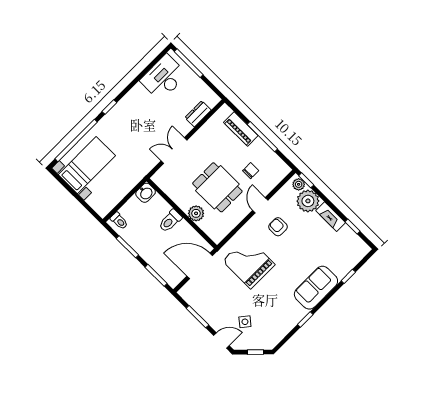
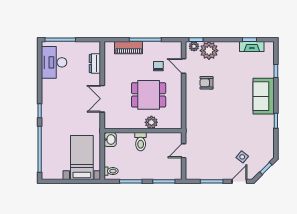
bed with nightstands: (87, 165) -> (82, 157), moved
door: (260, 205) -> (184, 66), moved
fireplace: (331, 217) -> (252, 47), moved
grand piano: (249, 263) -> (210, 121), removed
door: (200, 266) -> (184, 151), width x0.53

